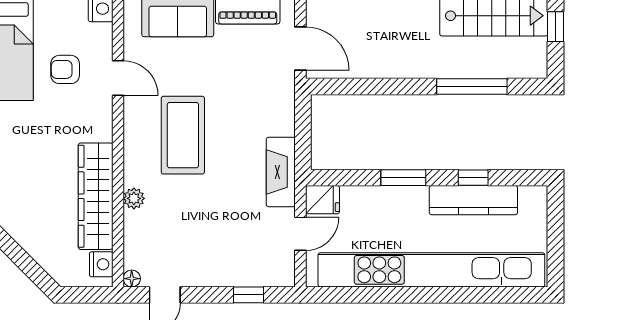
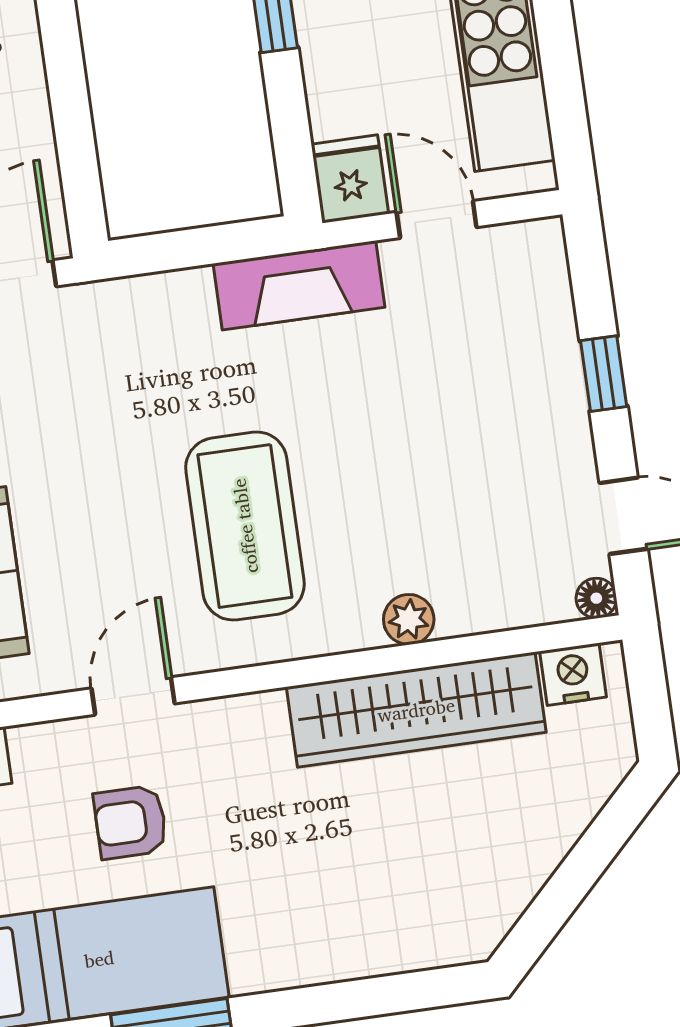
armchair: (65, 69) -> (130, 822), turned 90
coffee table: (183, 135) -> (245, 526), turned 90
window: (248, 295) -> (604, 374), moved

